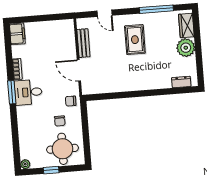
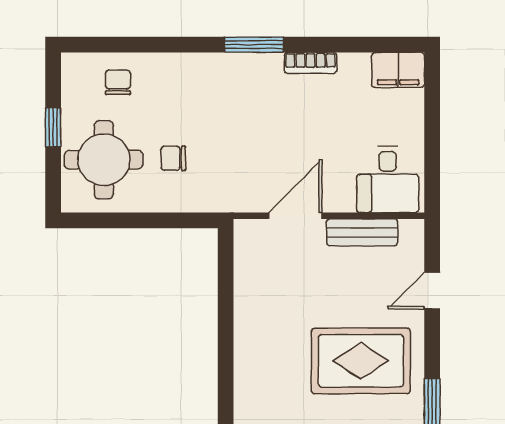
rug: (135, 40) -> (361, 361), width x1.36, depth x1.43
desk: (28, 92) -> (388, 179), moved, turned 180
chair: (71, 101) -> (118, 82), moved
plant: (25, 164) -> (73, 64), removed

